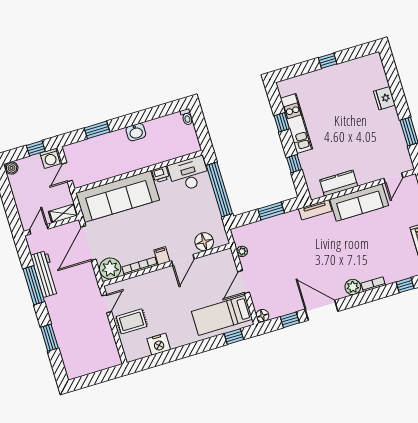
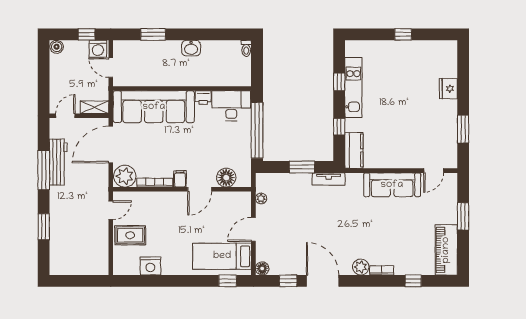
door: (67, 172) -> (111, 68), hinge flipped
kitchen counter: (339, 183) -> (354, 150), moved, turned 90
tv unit: (315, 210) -> (329, 179), moved

